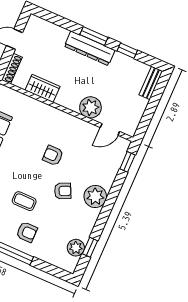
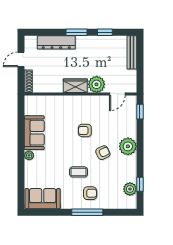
dresser: (90, 48) -> (56, 42), moved
bench: (151, 83) -> (132, 52), width x1.36
wardrobe: (43, 88) -> (75, 86), moved

